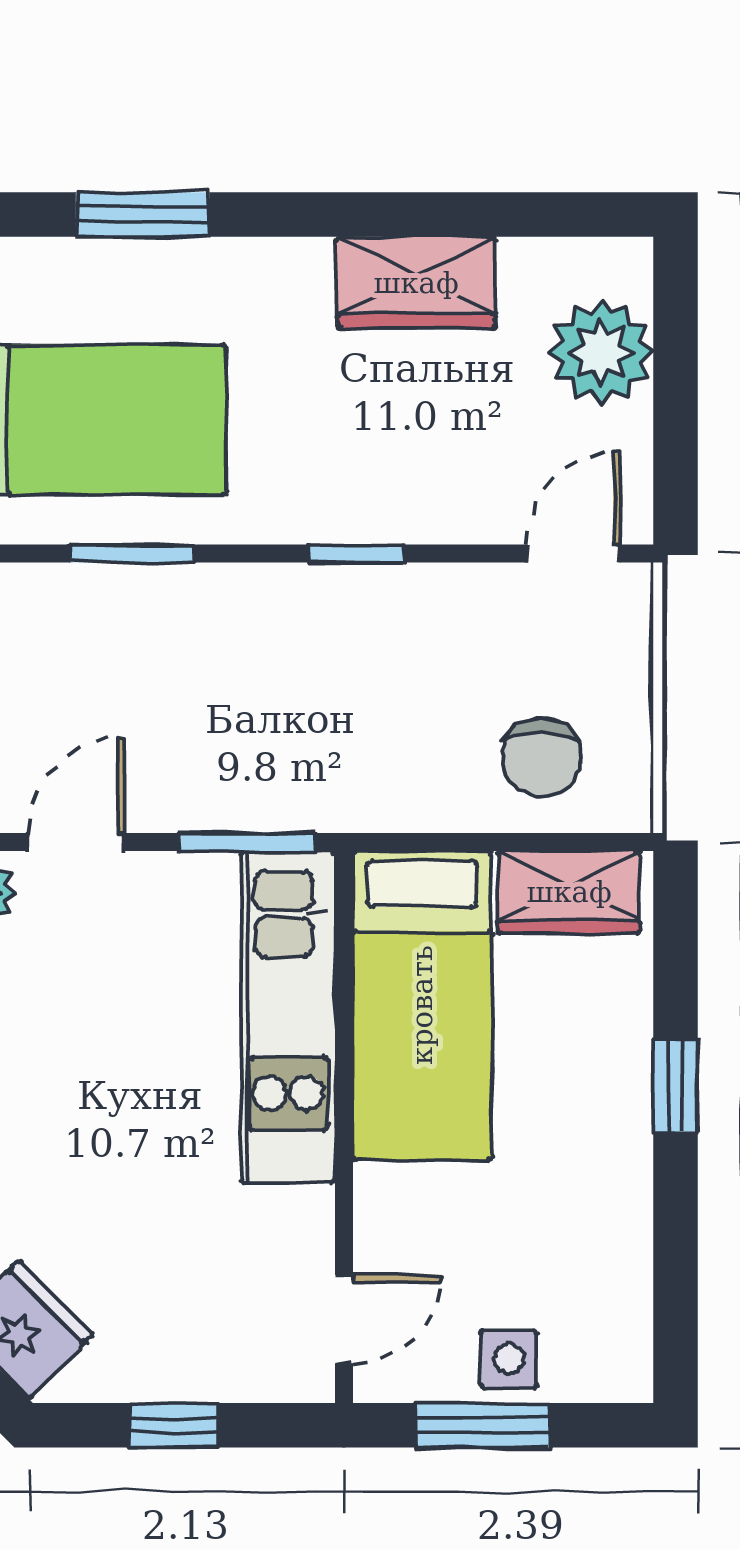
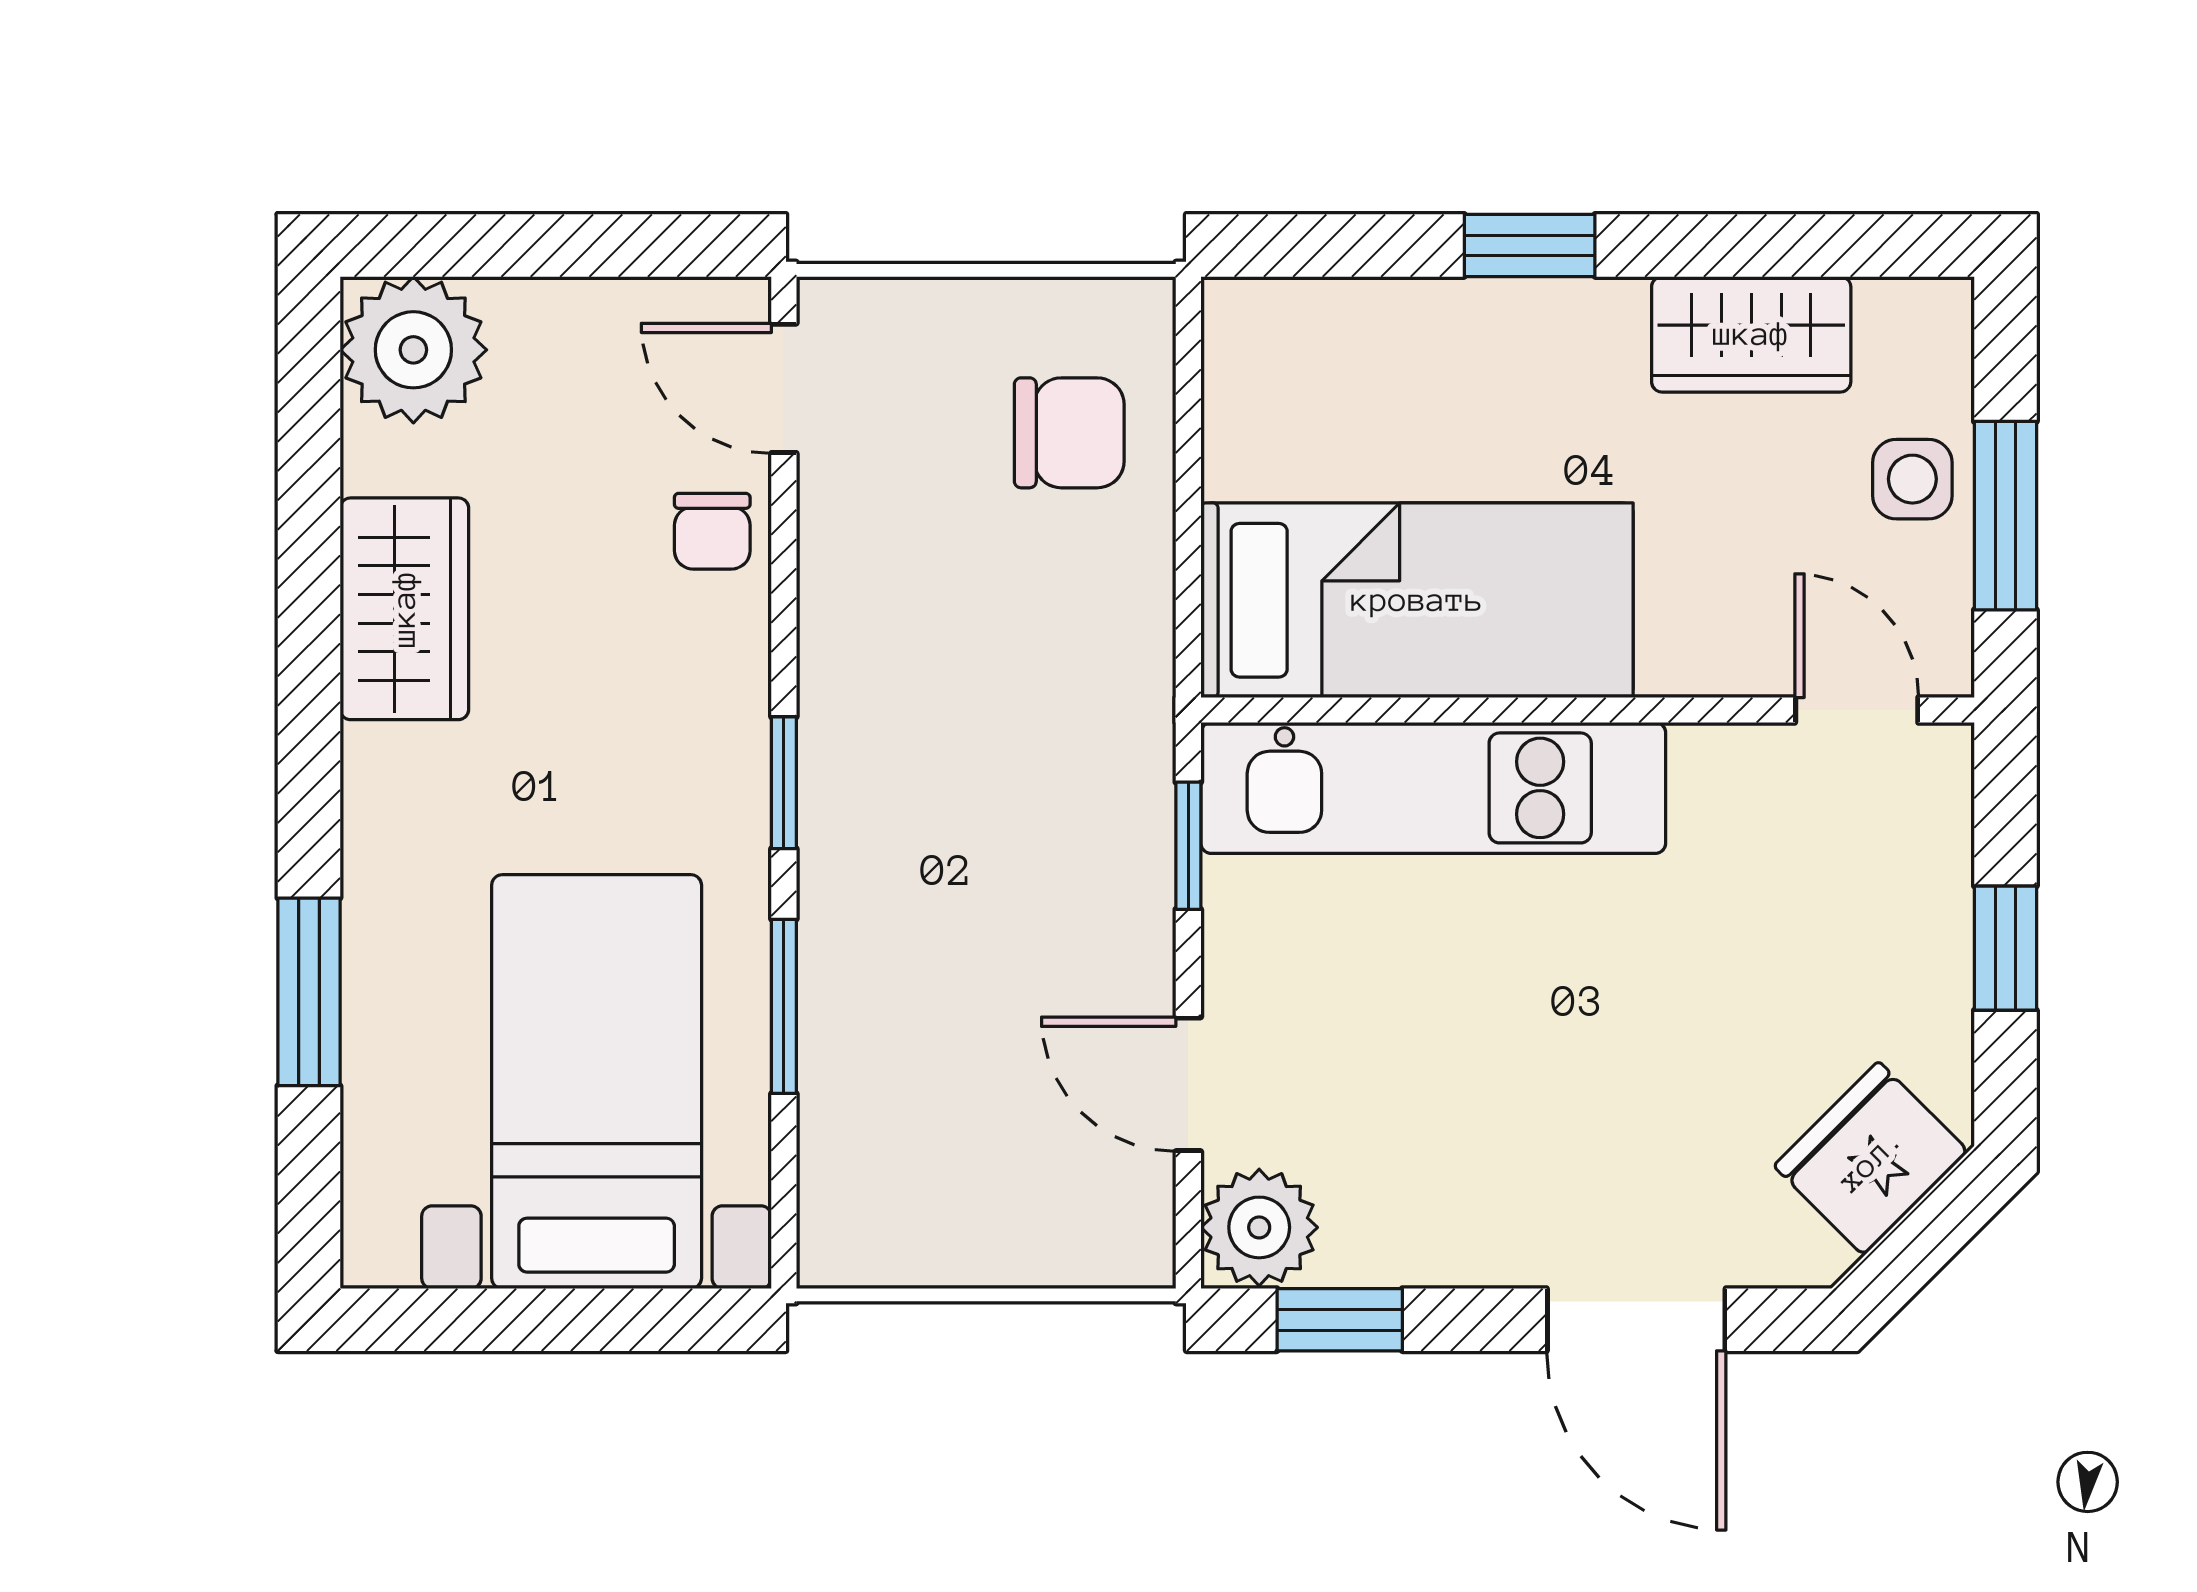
plant: (601, 352) -> (413, 350), moved
chair: (472, 502) -> (712, 531), added
window: (356, 553) -> (784, 783), moved
window: (247, 842) -> (1188, 846), width x0.67
wardrobe: (569, 892) -> (1751, 334), moved, turned 90

